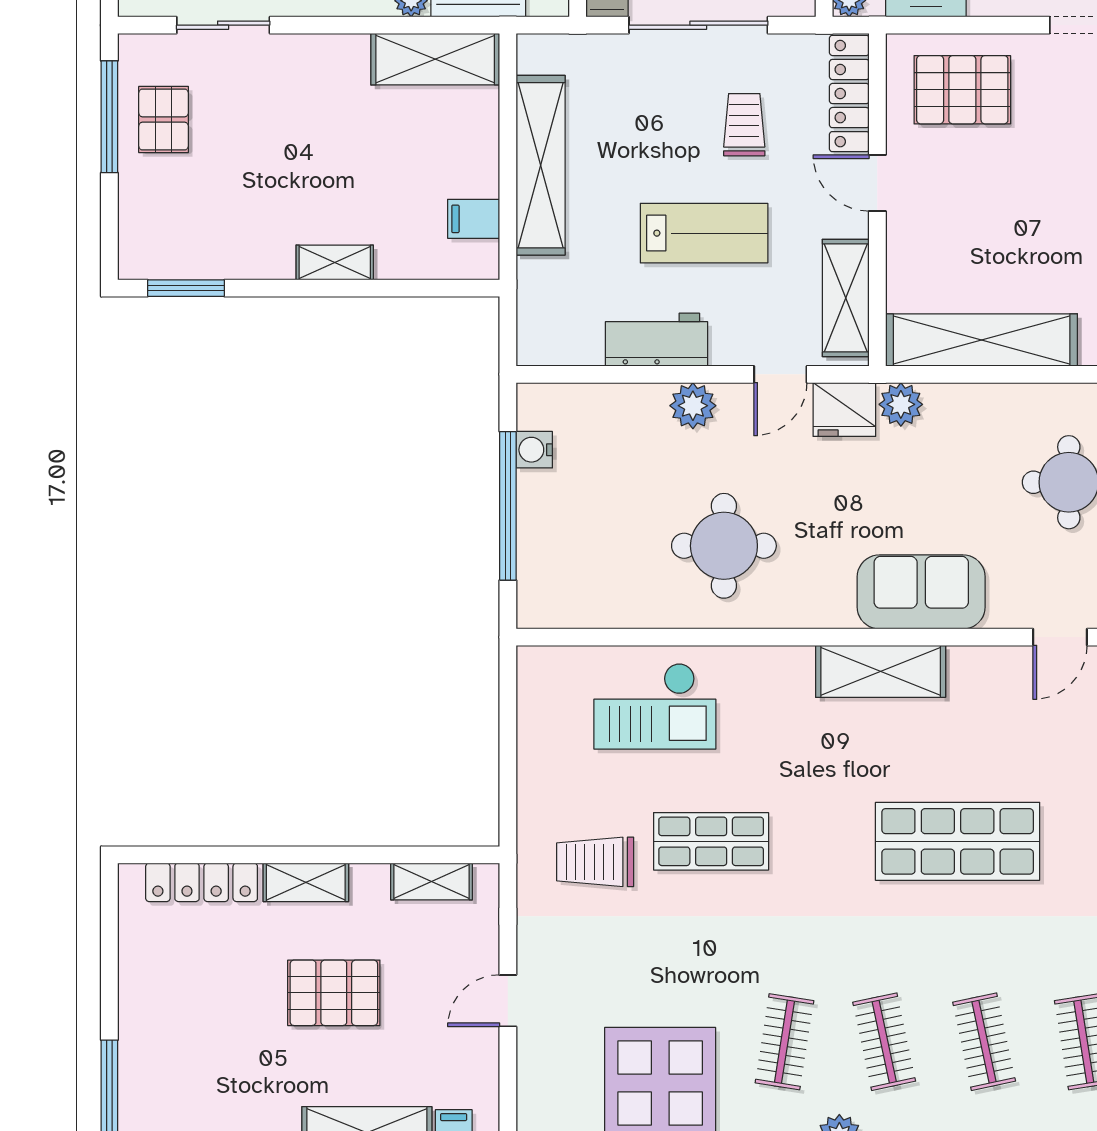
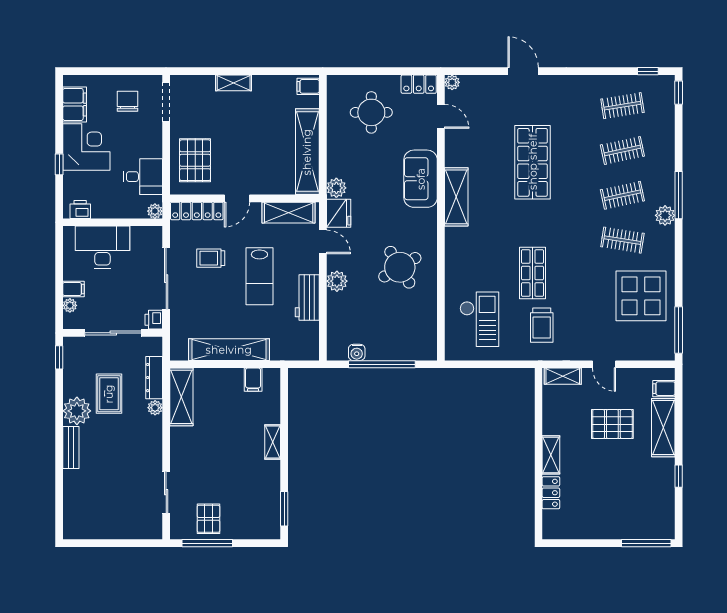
pallet: (164, 119) -> (208, 519), turned 90
lab bench: (704, 233) -> (259, 276), turned 180
round table: (724, 546) -> (400, 267), turned -31
checkout: (655, 706) -> (479, 319), moved
shelving: (432, 881) -> (563, 376), moved, turned 90
locker: (202, 882) -> (551, 493), width x0.66
pallet: (334, 993) -> (612, 424), moved, turned 90

